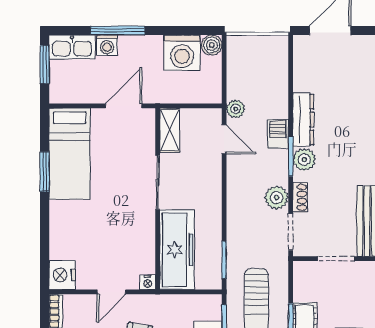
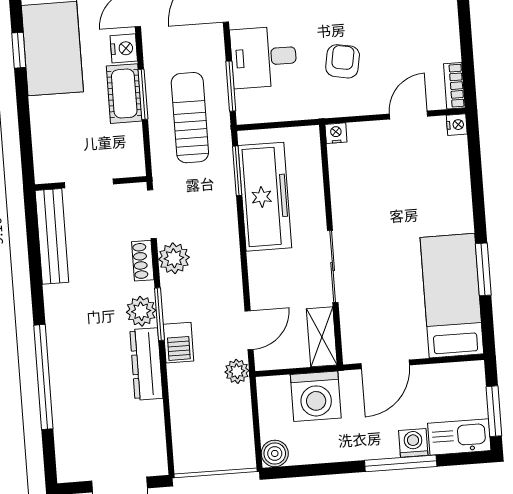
washing machine: (182, 53) -> (316, 396), moved, turned 180
door: (224, 139) -> (249, 330), swing flipped
freezer: (177, 250) -> (265, 197), moved, turned 180
nightstand: (62, 275) -> (457, 125), width x0.53, depth x0.56
door: (111, 292) -> (408, 115), moved

